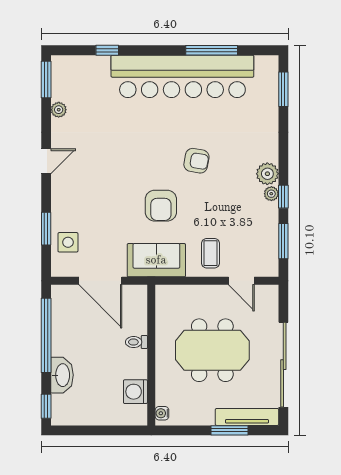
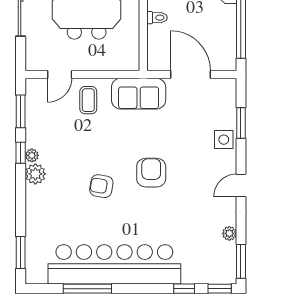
window: (69, 50) -> (220, 289), added
armchair: (161, 206) -> (151, 173), moved
side table: (68, 242) -> (224, 140), moved
door: (241, 281) -> (60, 74), swing flipped

